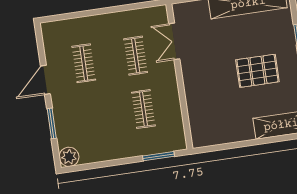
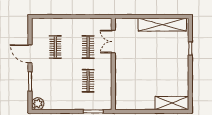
pallet: (257, 71) -> (162, 67), removed
door: (45, 80) -> (30, 54), hinge flipped

